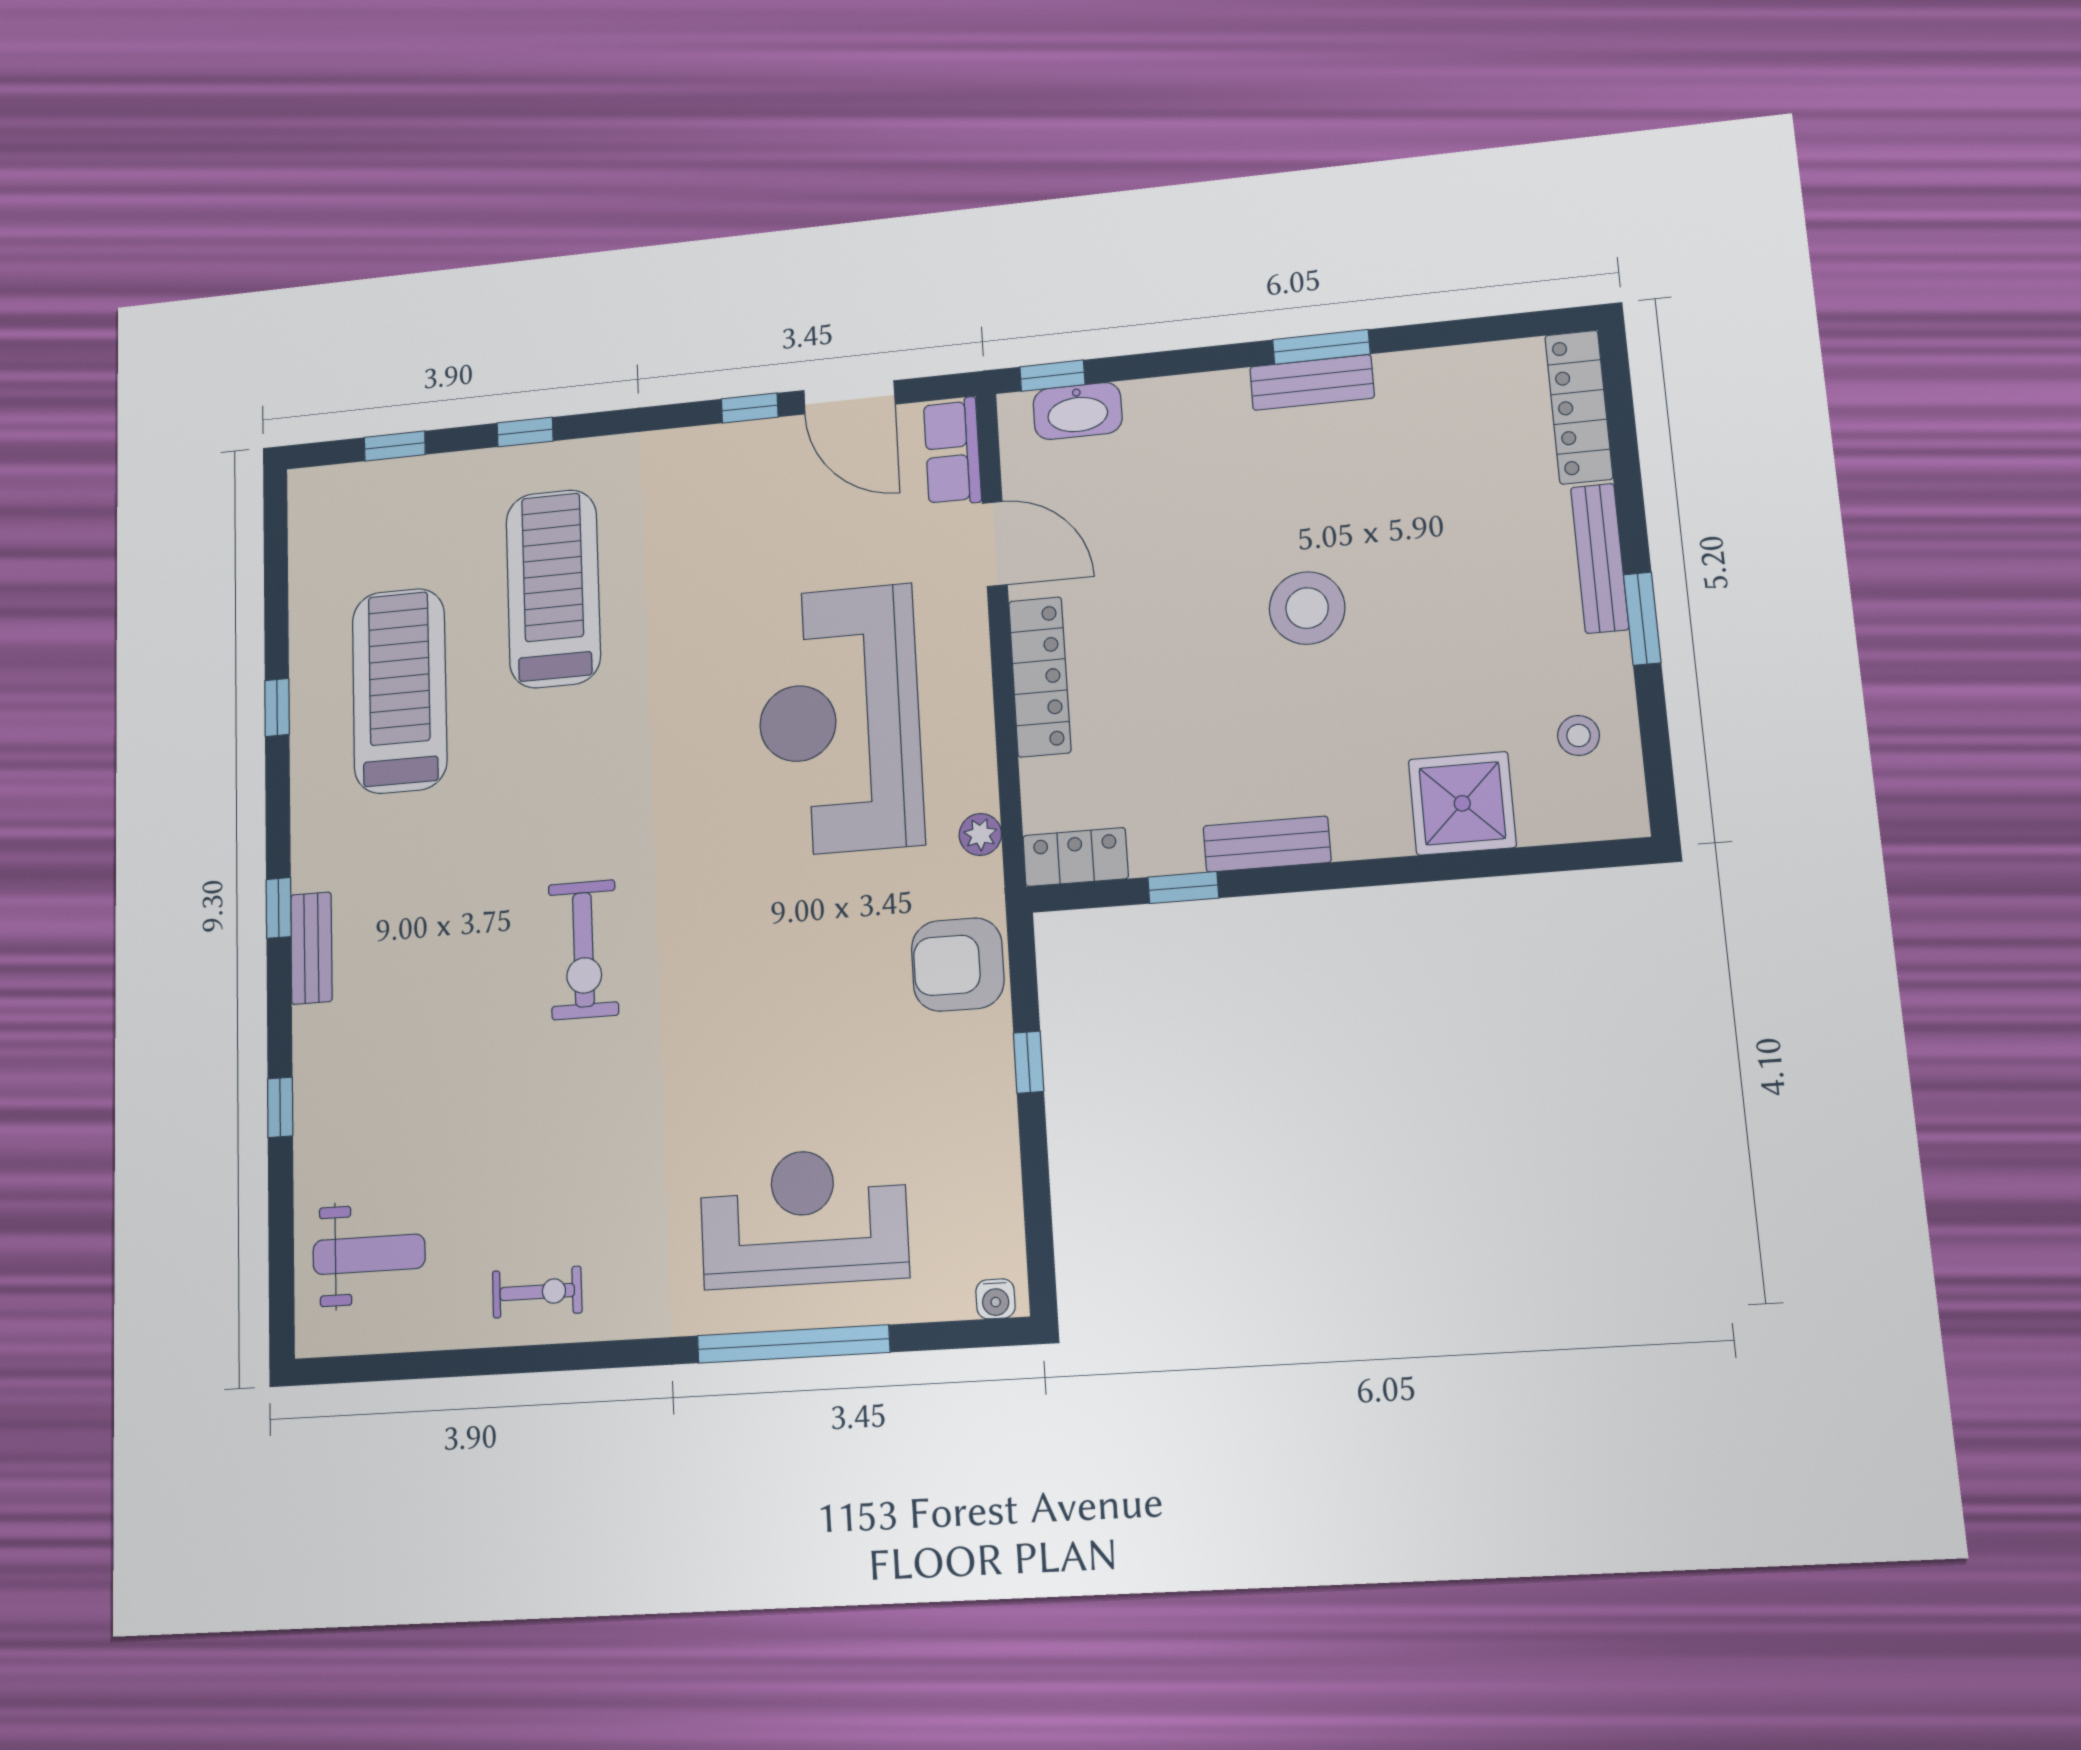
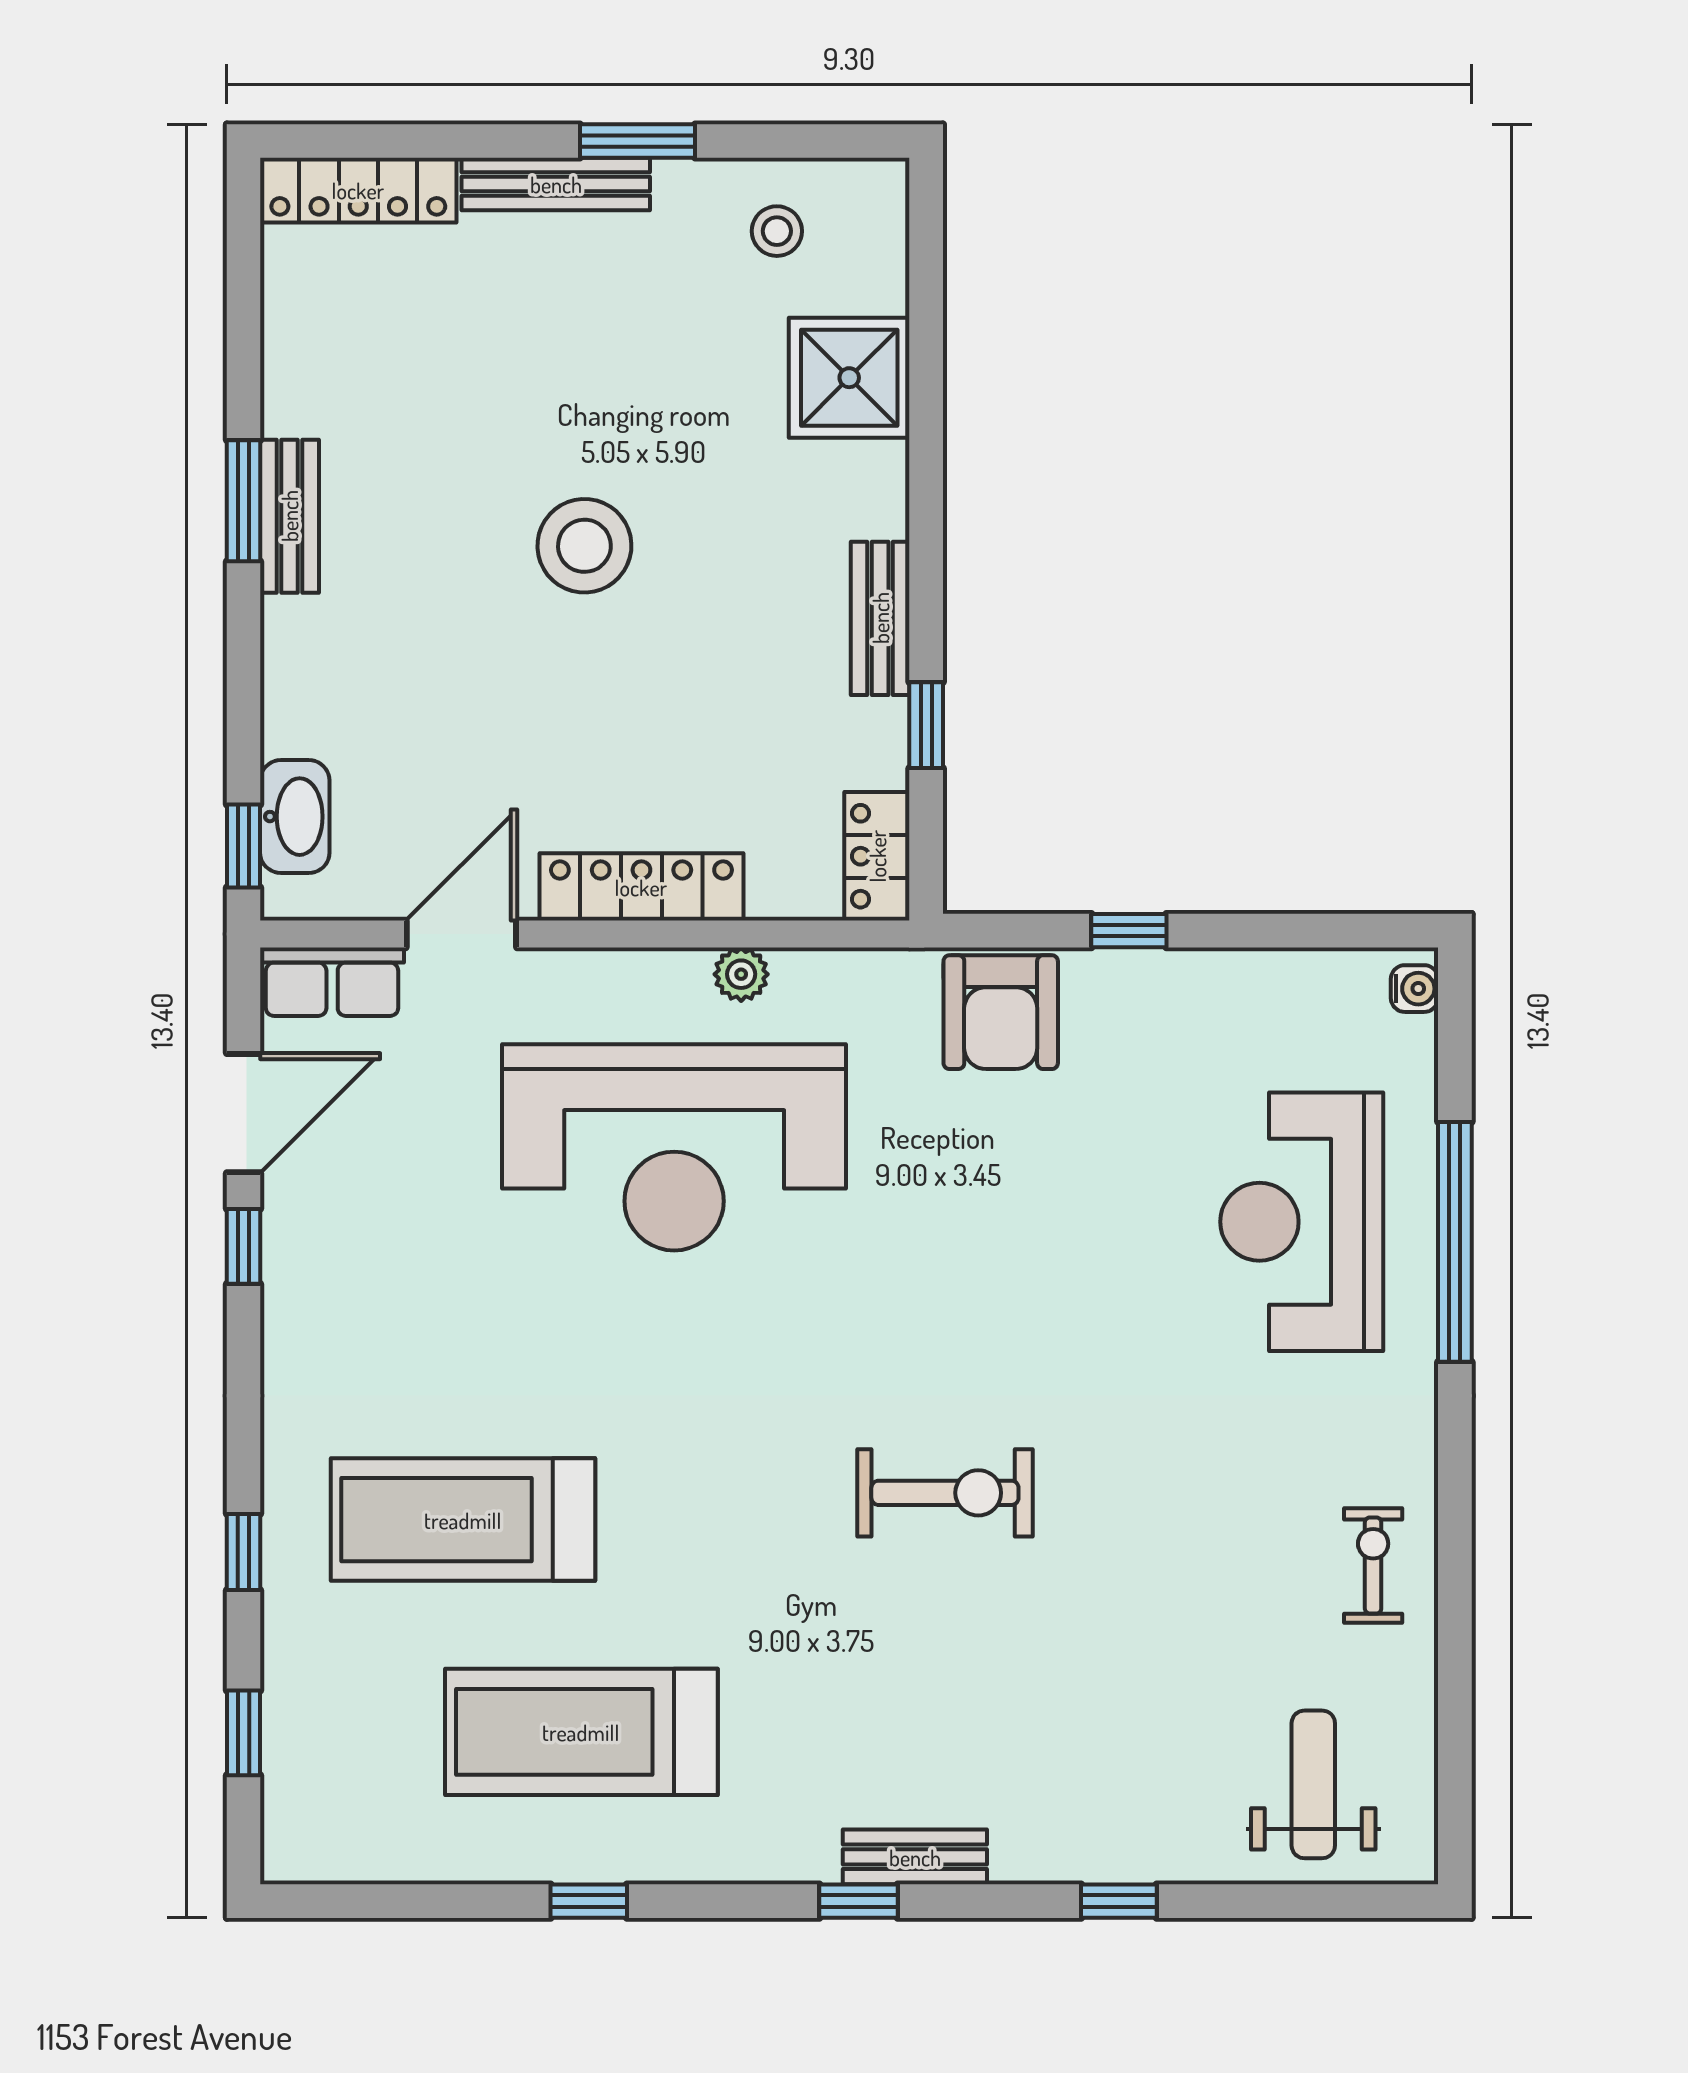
plant: (980, 834) -> (741, 974), moved

